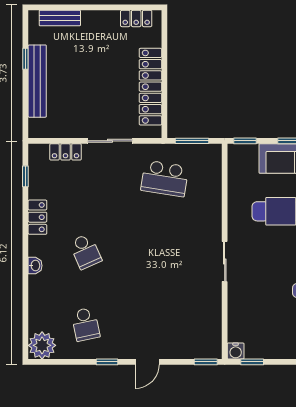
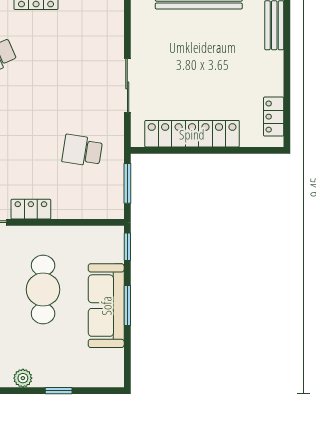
locker: (65, 152) -> (31, 209), moved, turned 90
school desk: (165, 178) -> (82, 151), width x0.54

